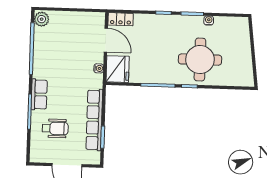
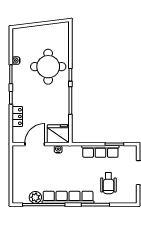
plant: (42, 19) -> (35, 197), moved
locker: (121, 19) -> (17, 116), moved
row of seats: (39, 94) -> (68, 197), width x2.02
row of seats: (94, 120) -> (100, 151), width x0.73
wheelchair: (55, 128) -> (108, 183), turned 180

